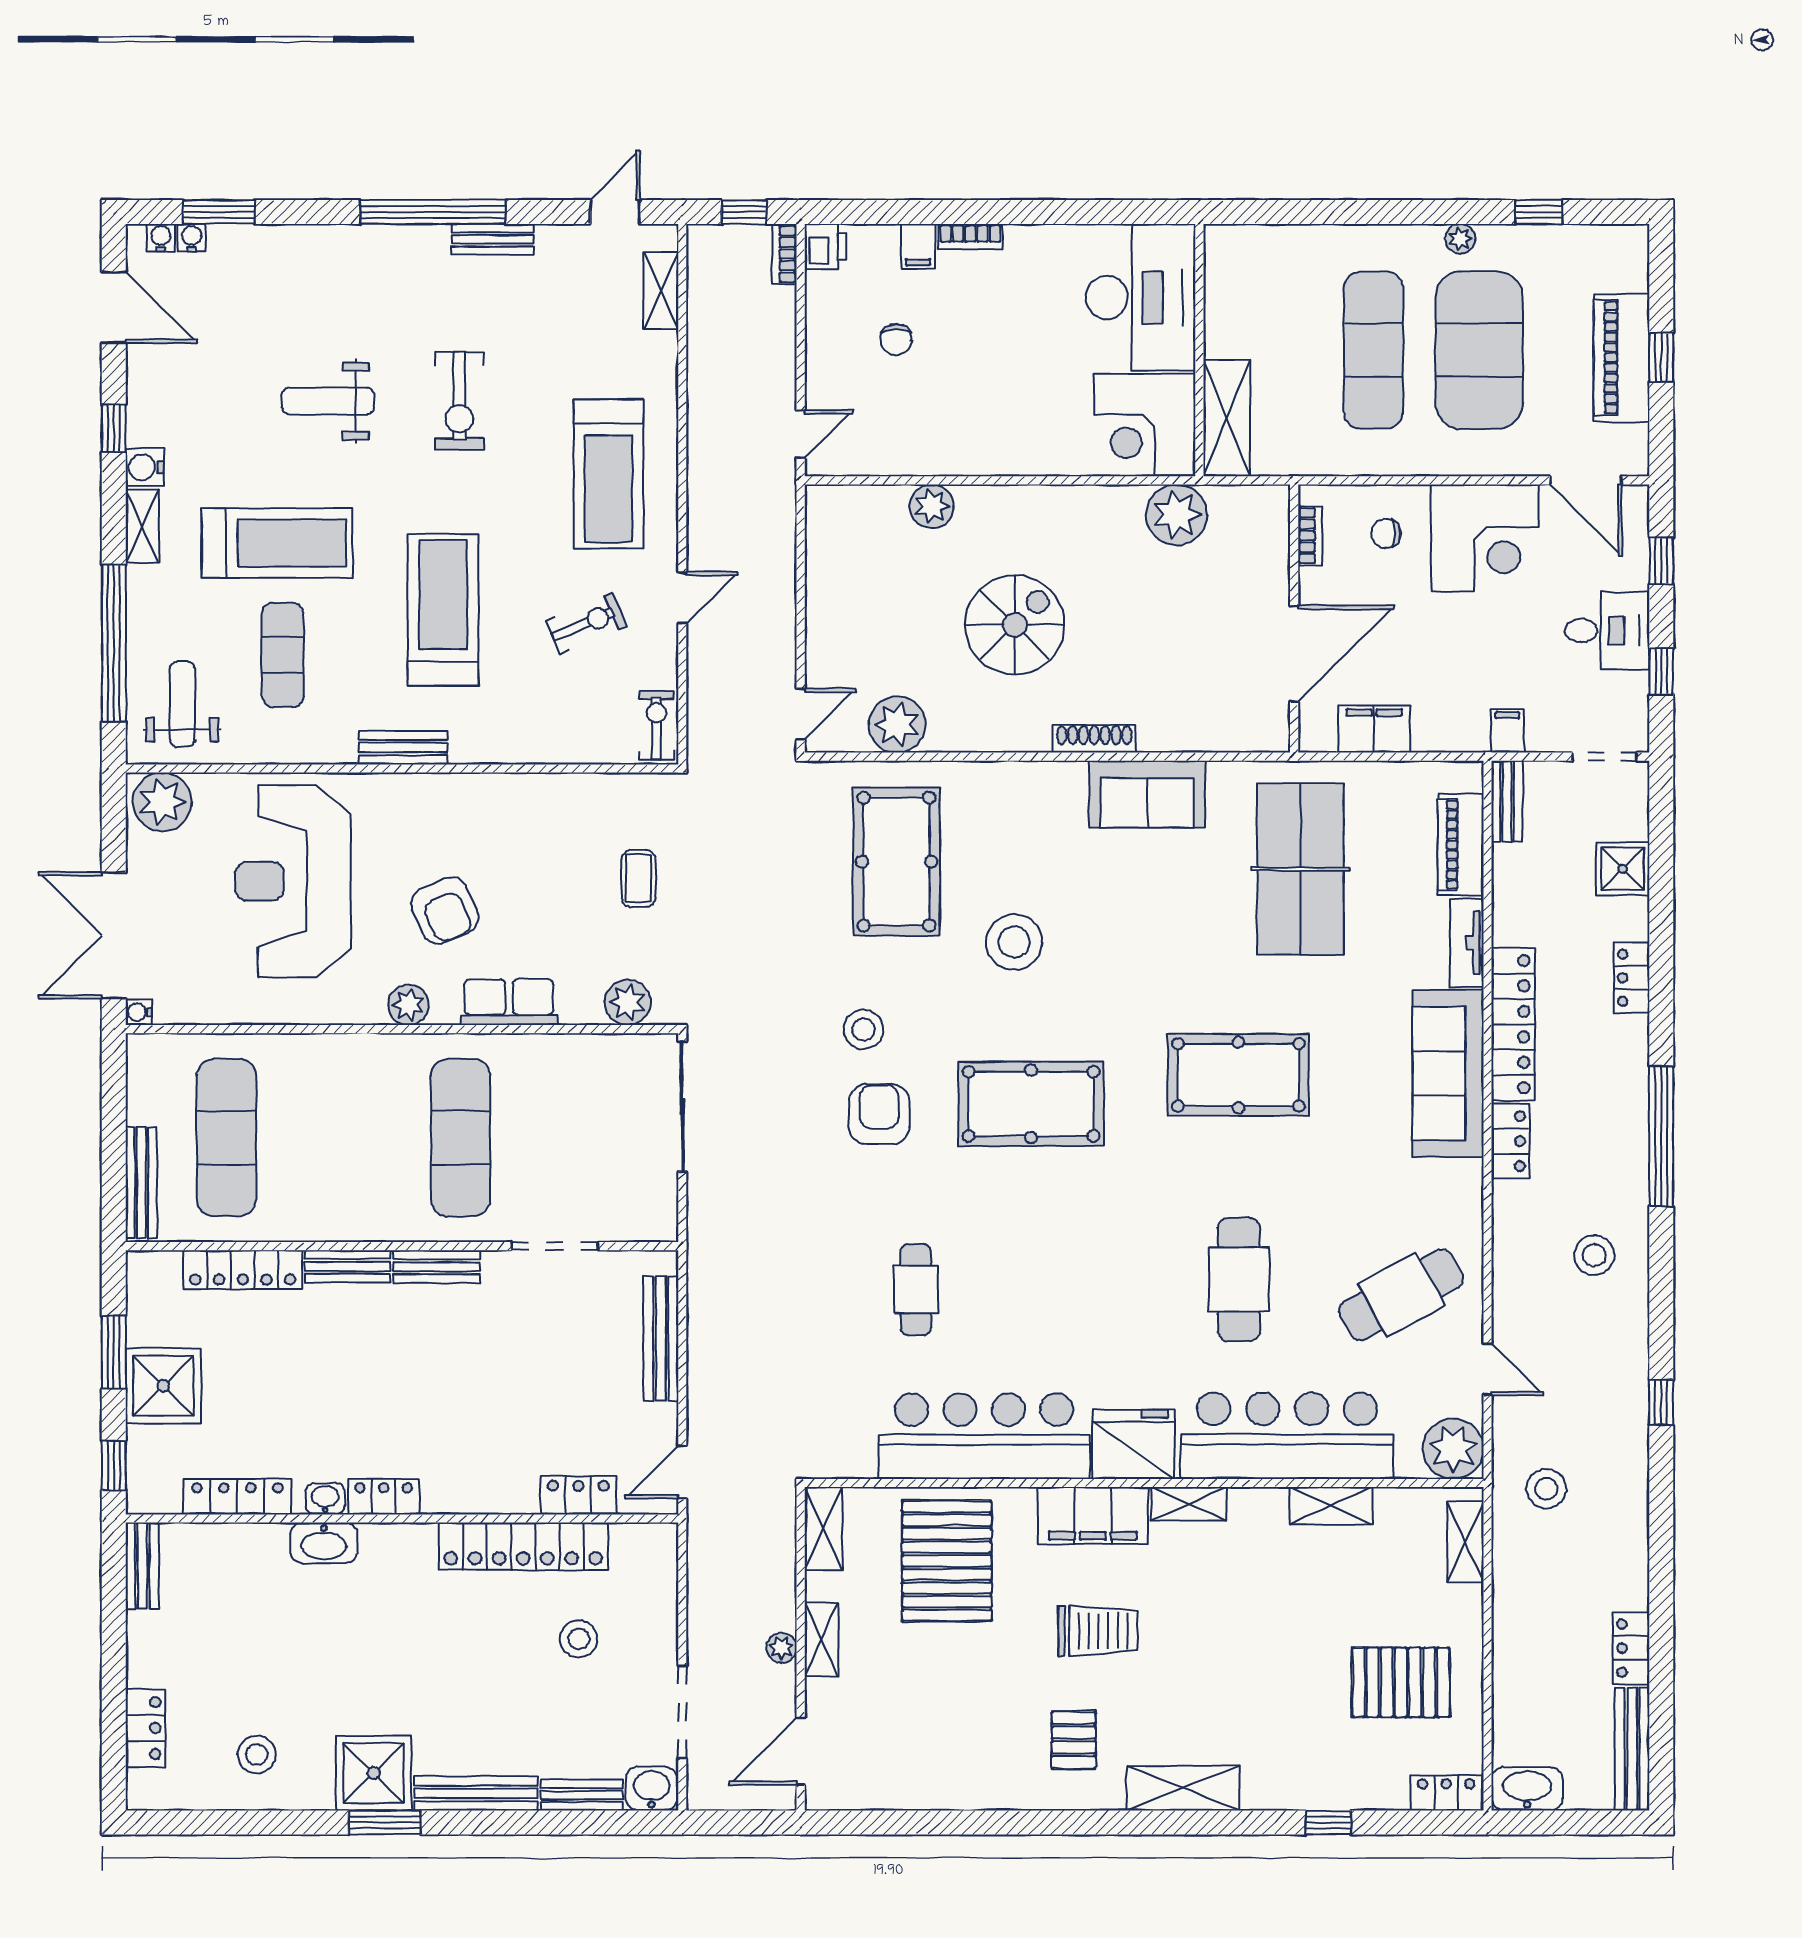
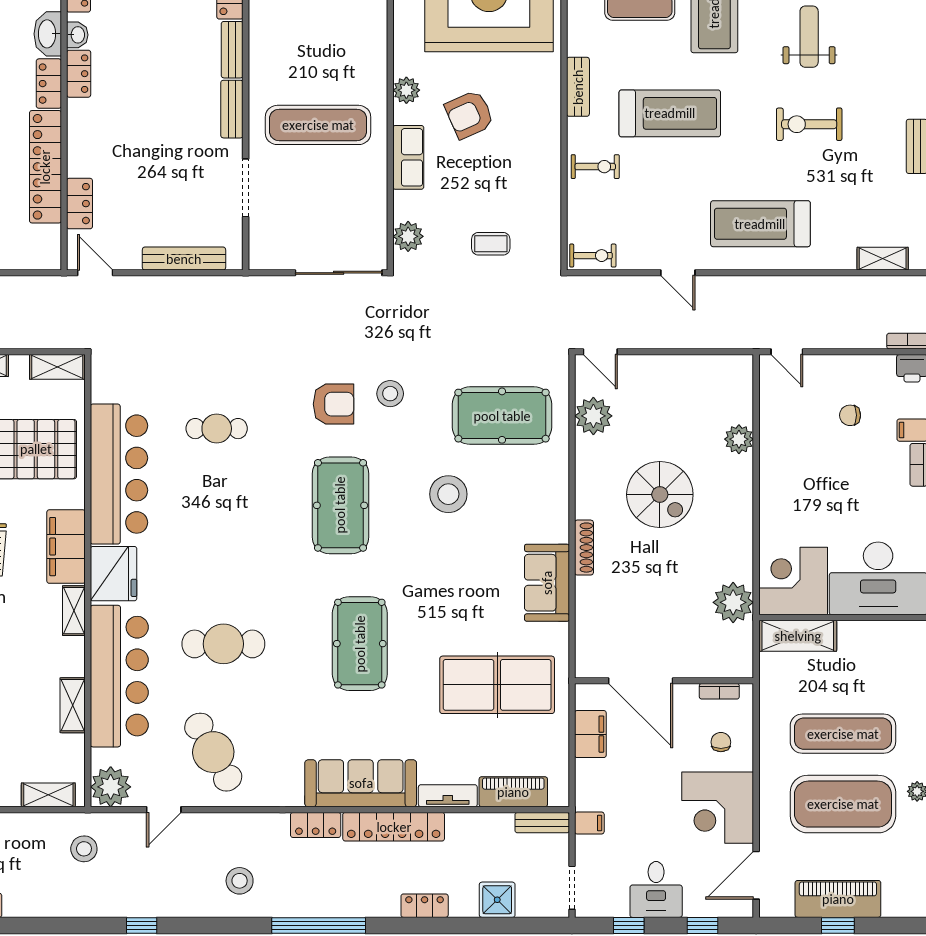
exercise bike: (586, 623) -> (595, 167), moved, turned -67
locker: (398, 1541) -> (49, 84), added

